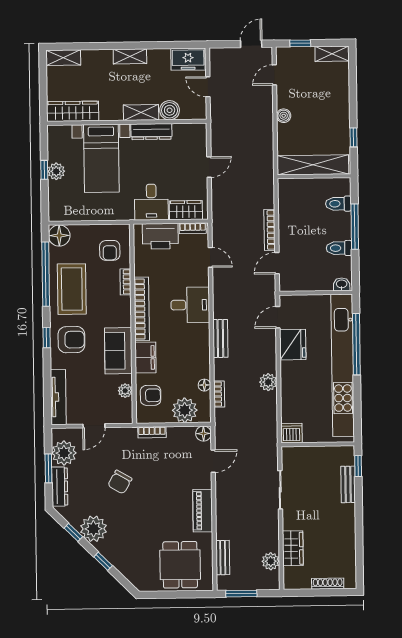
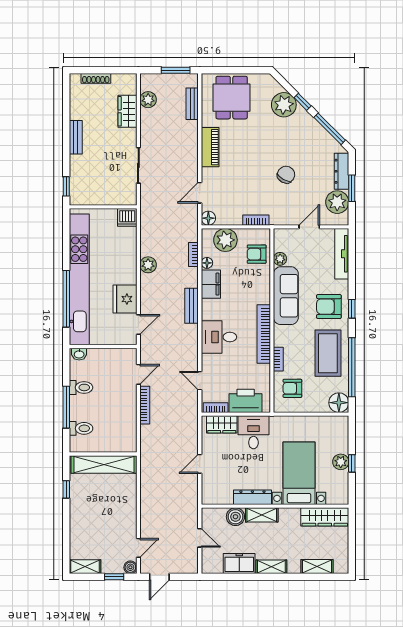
shelving: (63, 58) -> (317, 567), moved
freezer: (188, 59) -> (239, 564), moved
boiler: (284, 116) -> (130, 567), moved
armchair: (110, 250) -> (292, 388), turned -90
sofa: (118, 351) -> (286, 296), width x1.36
filing cabinet: (145, 358) -> (211, 284), moved, turned 180
bench: (348, 484) -> (76, 137), moved
plant: (94, 529) -> (284, 105), moved
window: (73, 532) -> (330, 129), width x2.17

